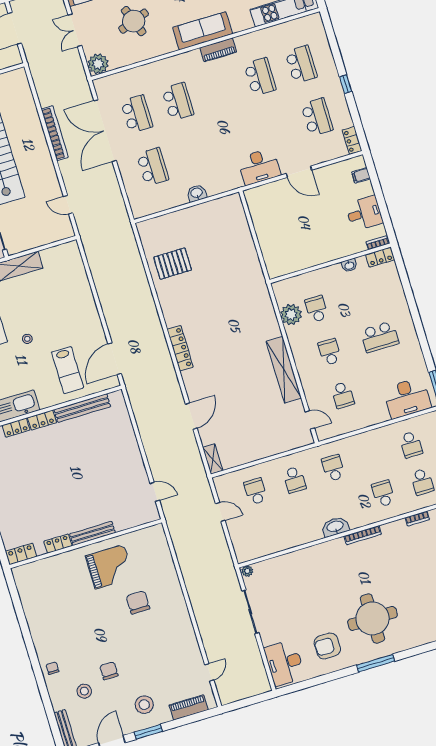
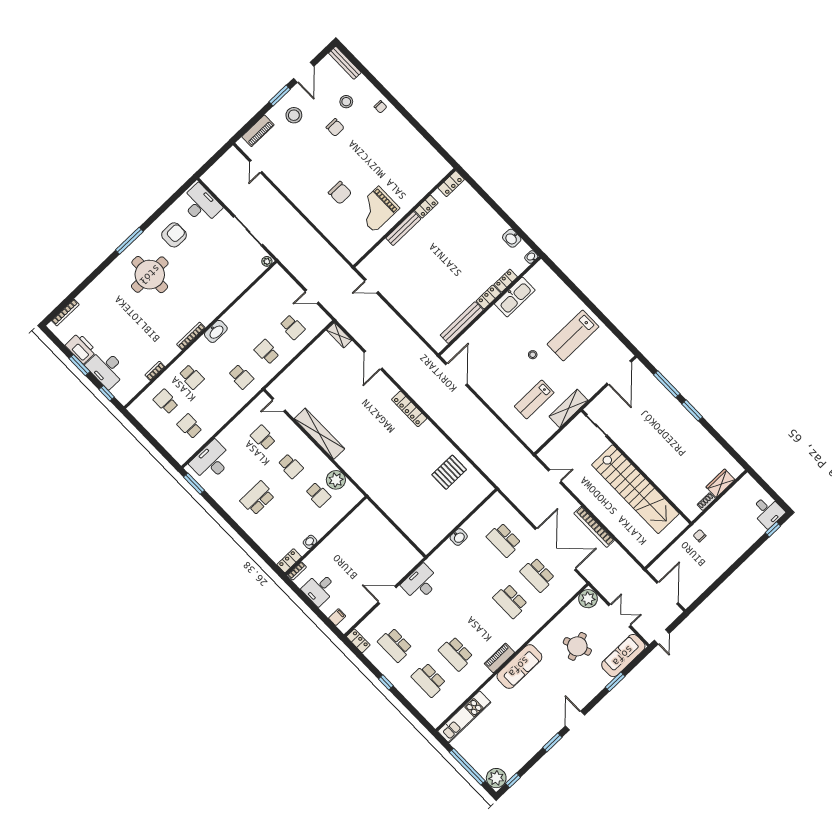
lab bench: (67, 370) -> (534, 399), moved, turned -90

